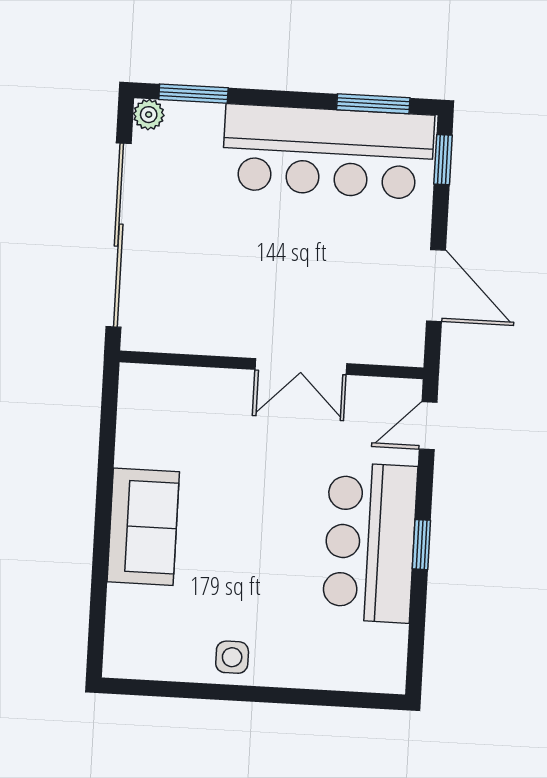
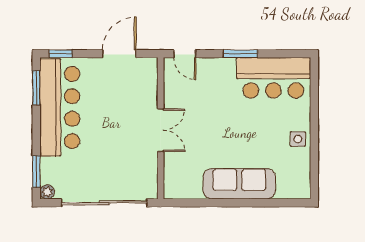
double door: (301, 367) -> (161, 130), moved
sofa: (143, 527) -> (239, 184), width x1.36
bar counter: (370, 543) -> (273, 78), moved
window: (421, 545) -> (240, 54), width x1.50

